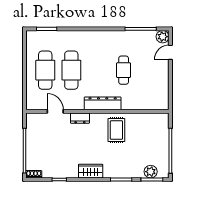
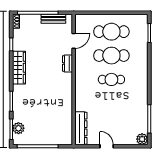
door: (170, 52) -> (107, 146), moved
cafe table: (124, 70) -> (111, 79), moved
dresser: (103, 103) -> (81, 128), moved
rug: (116, 130) -> (57, 97), removed
bench: (31, 133) -> (53, 19), added
wardrobe: (91, 171) -> (19, 68), width x1.50

